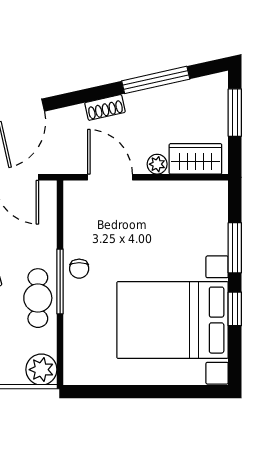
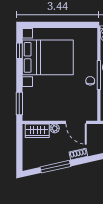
window: (235, 113) -> (19, 152), removed
window: (235, 248) -> (19, 103), moved
window: (235, 309) -> (19, 51), moved

